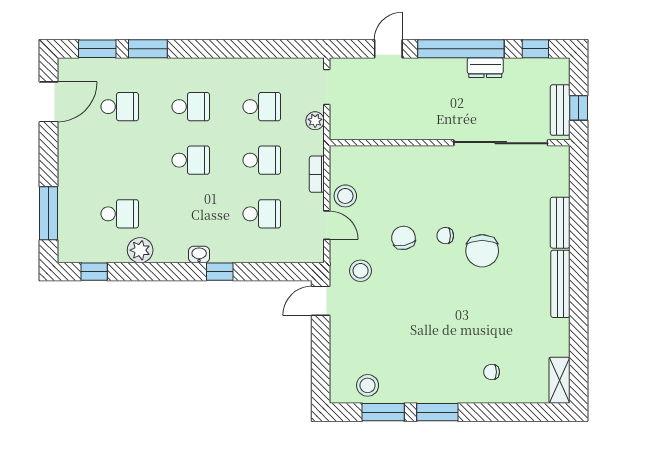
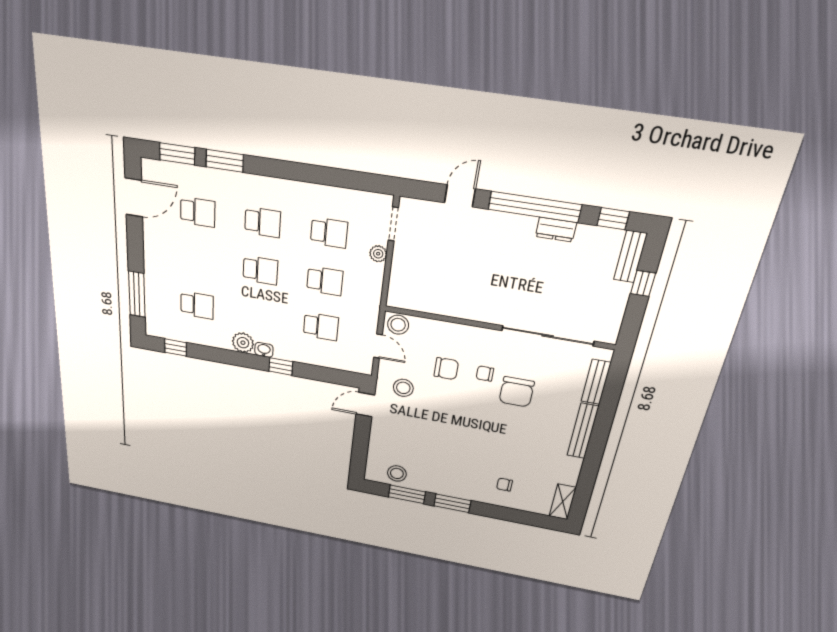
bench: (560, 110) -> (630, 257), moved
wall: (450, 143) -> (498, 328), moved
sliding door: (501, 143) -> (548, 336), moved
bookcase: (317, 174) -> (374, 302), removed
chair: (403, 238) -> (446, 369), turned 102
plant: (140, 250) -> (243, 343), moved

